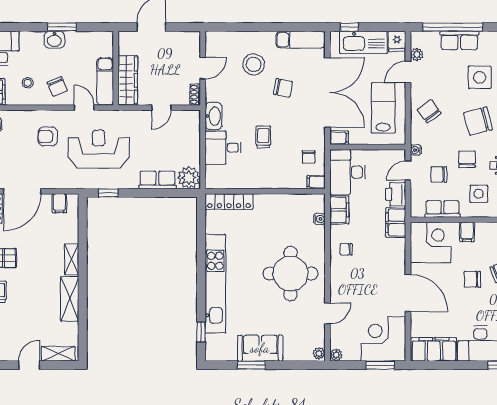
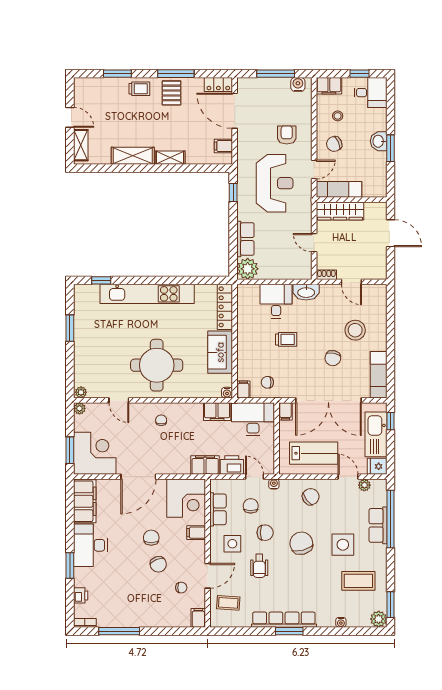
water cooler: (319, 219) -> (227, 393), moved
chair: (346, 249) -> (161, 420), moved
sofa: (260, 348) -> (220, 352), moved, turned 180

